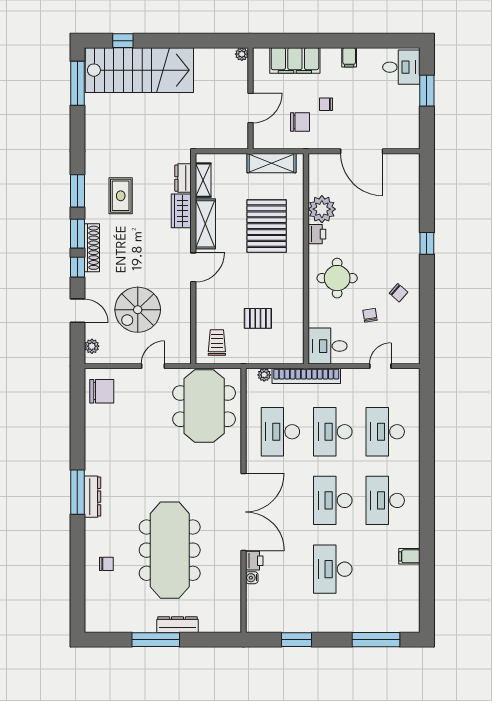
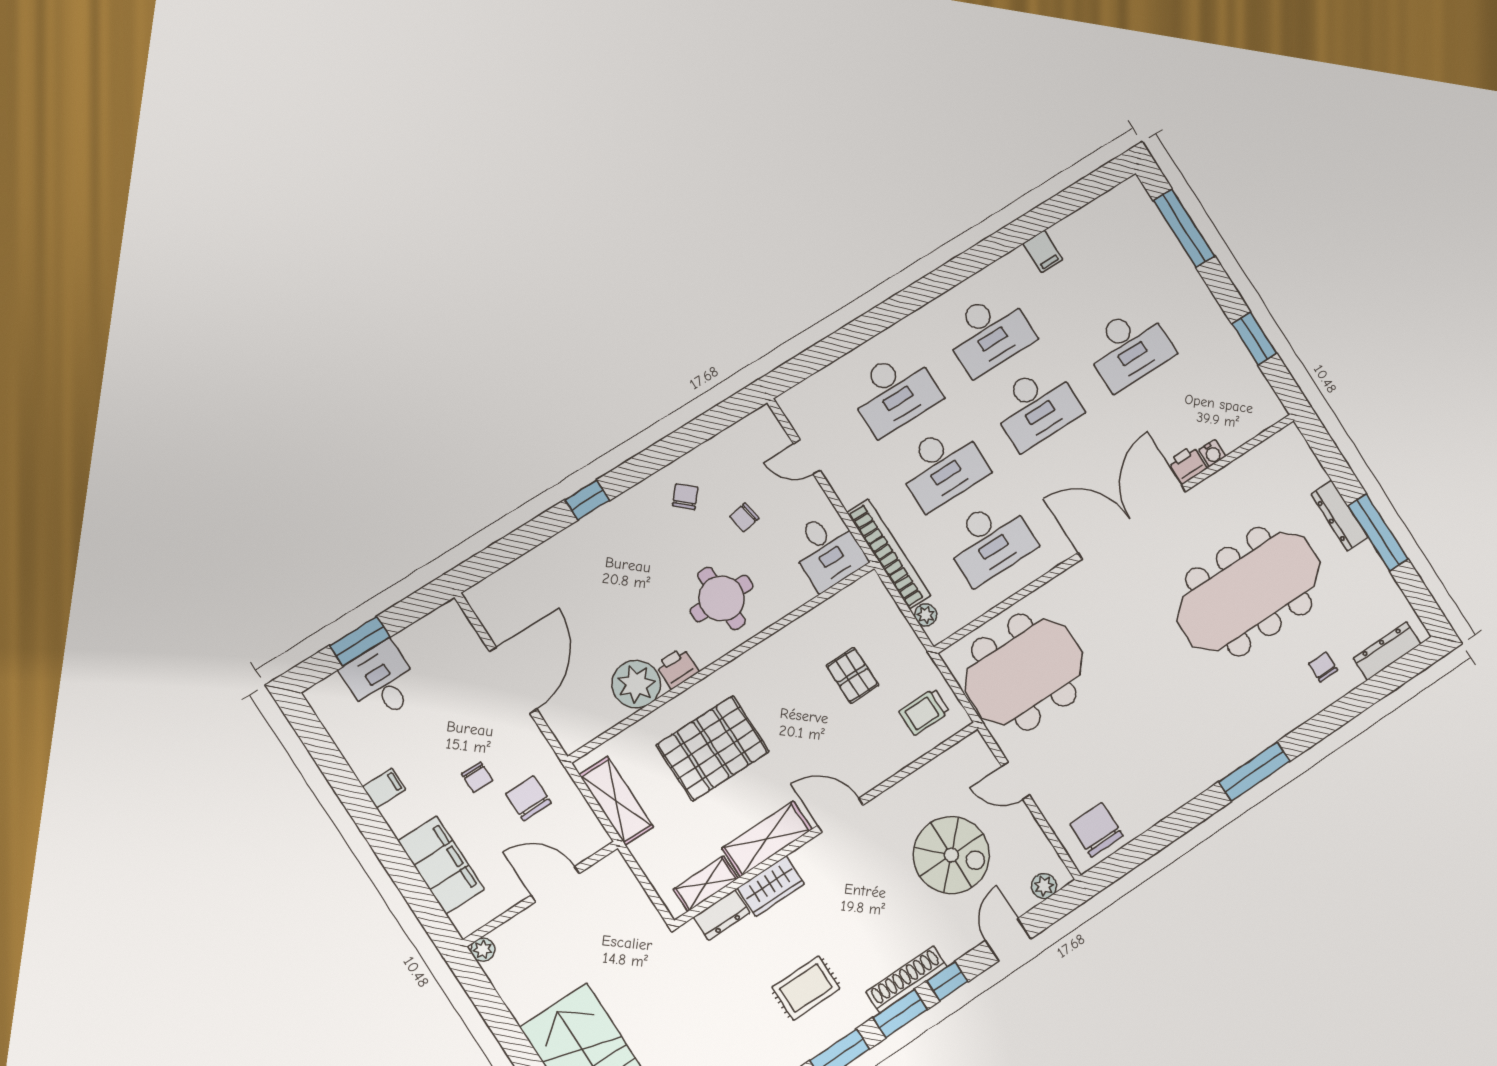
desk: (401, 67) -> (382, 681), moved
dresser: (93, 497) -> (1387, 651), moved

